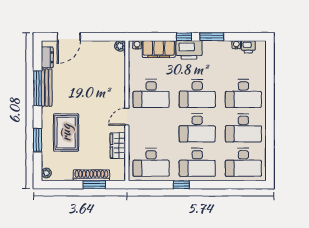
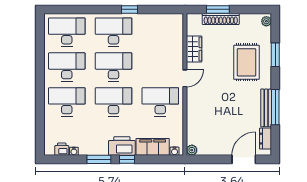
desk: (151, 162) -> (160, 32), removed

